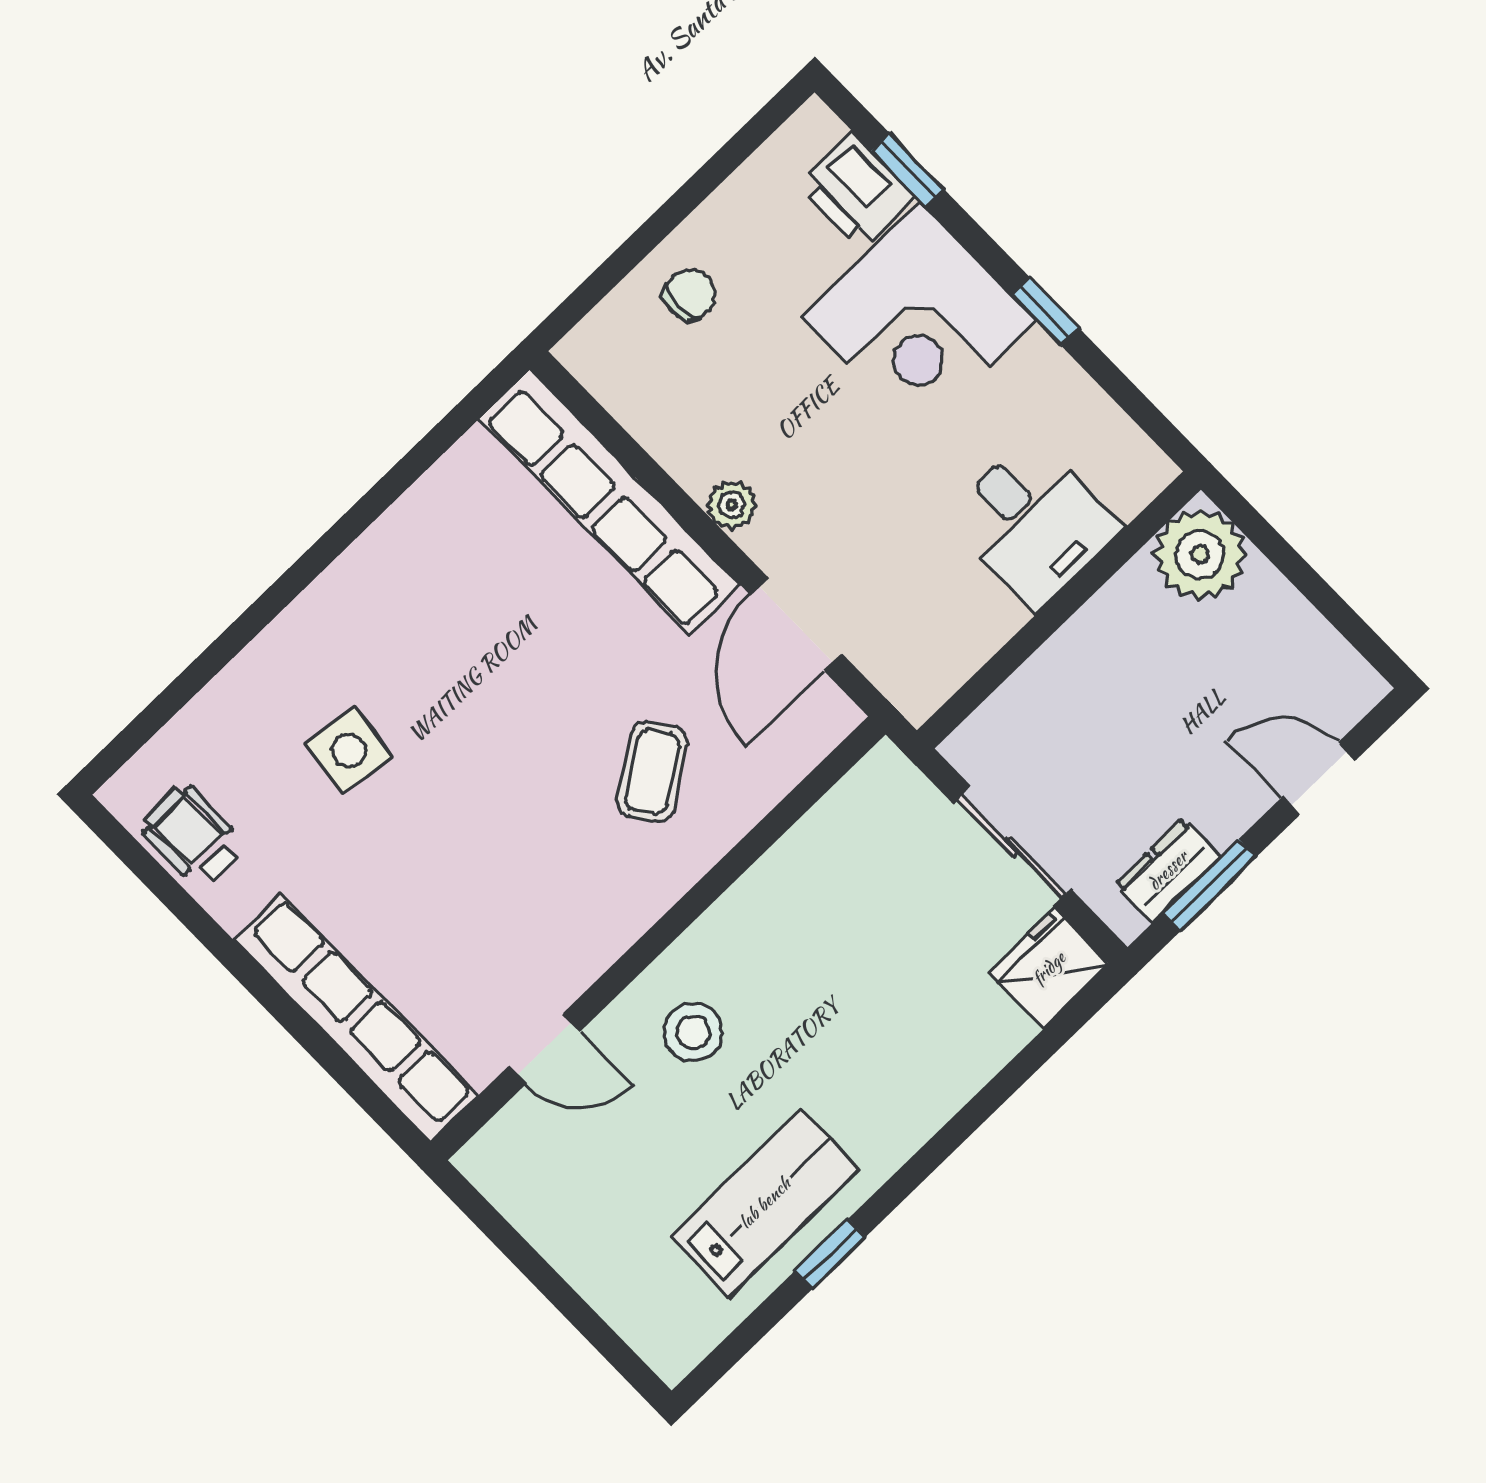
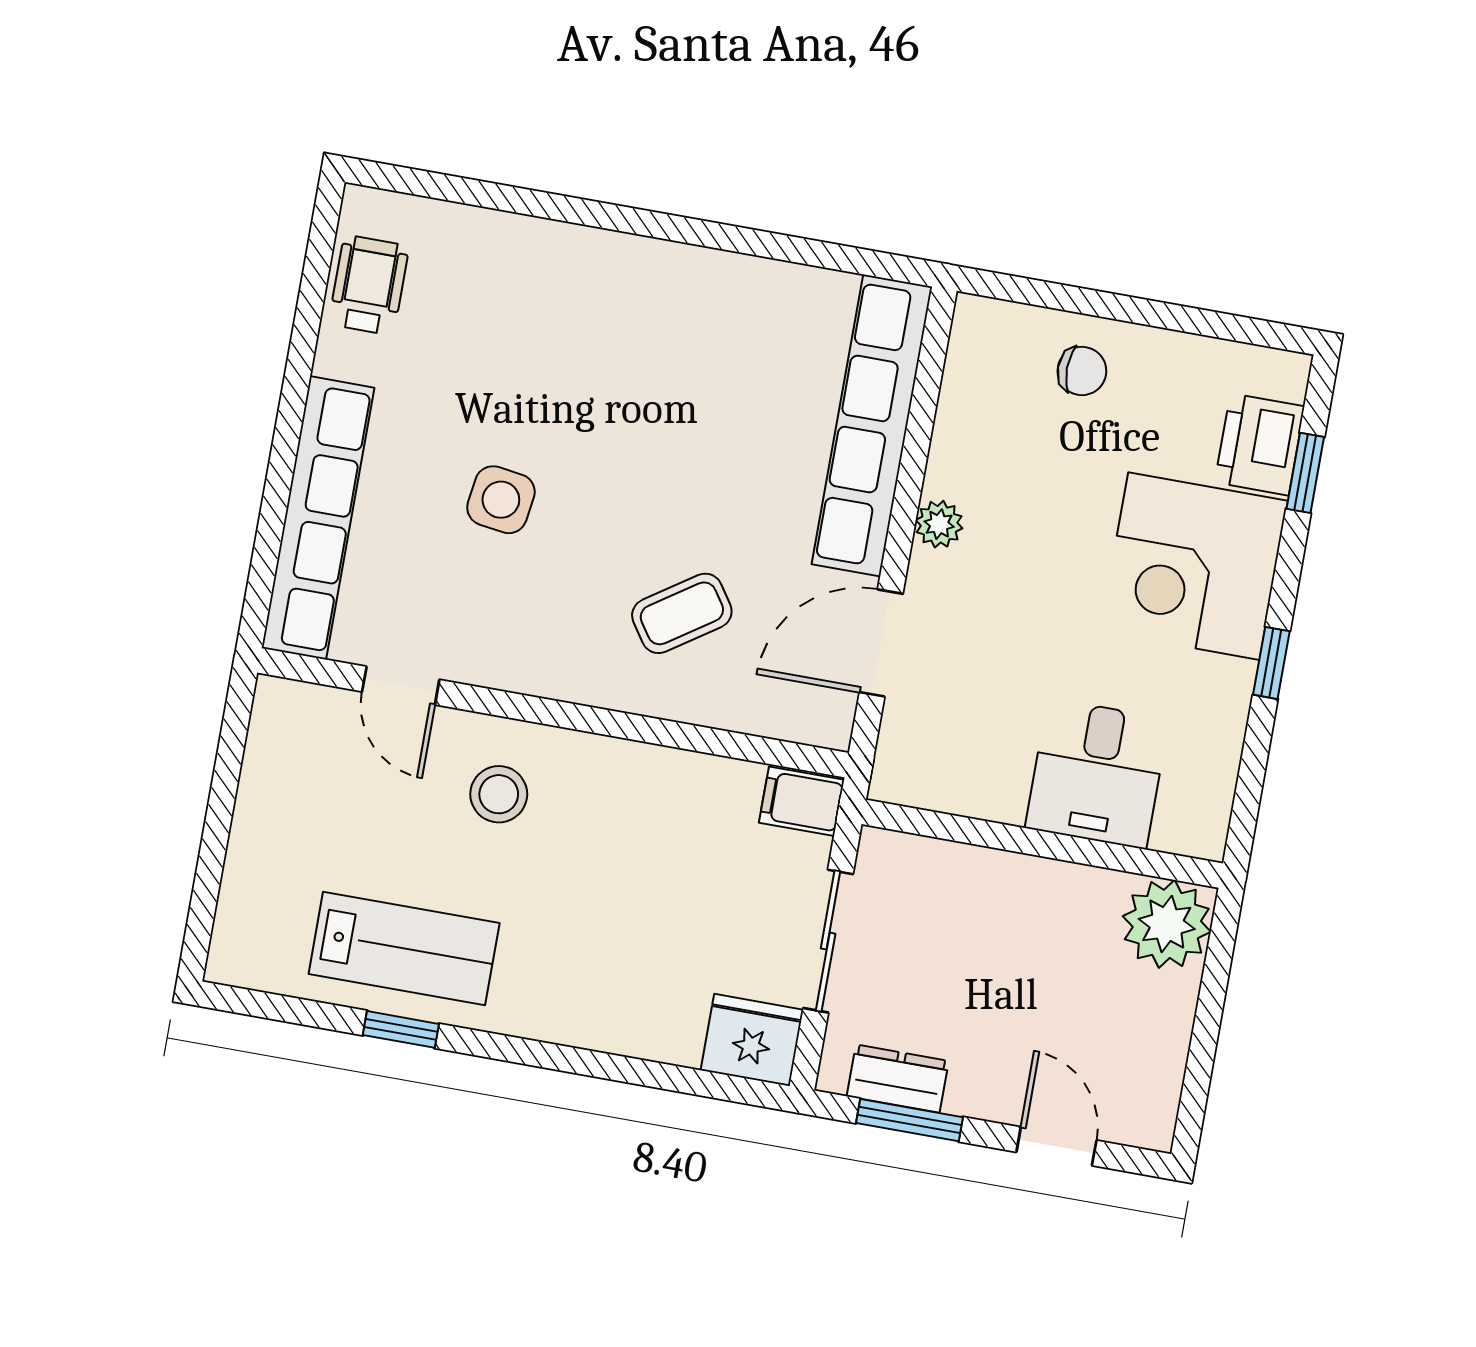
side table: (349, 750) -> (501, 500), moved
filing cabinet: (880, 785) -> (802, 801), added

